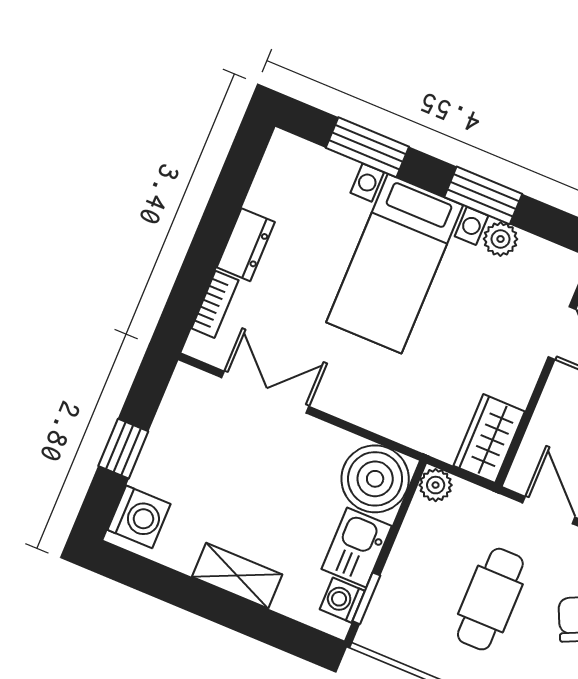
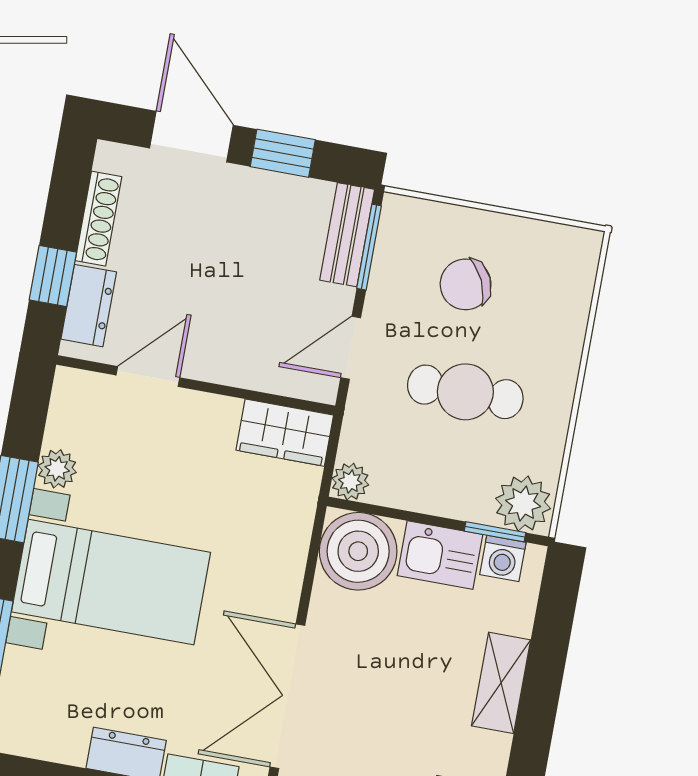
double door: (265, 392) -> (287, 696), width x1.37
plant: (385, 627) -> (523, 503), added

